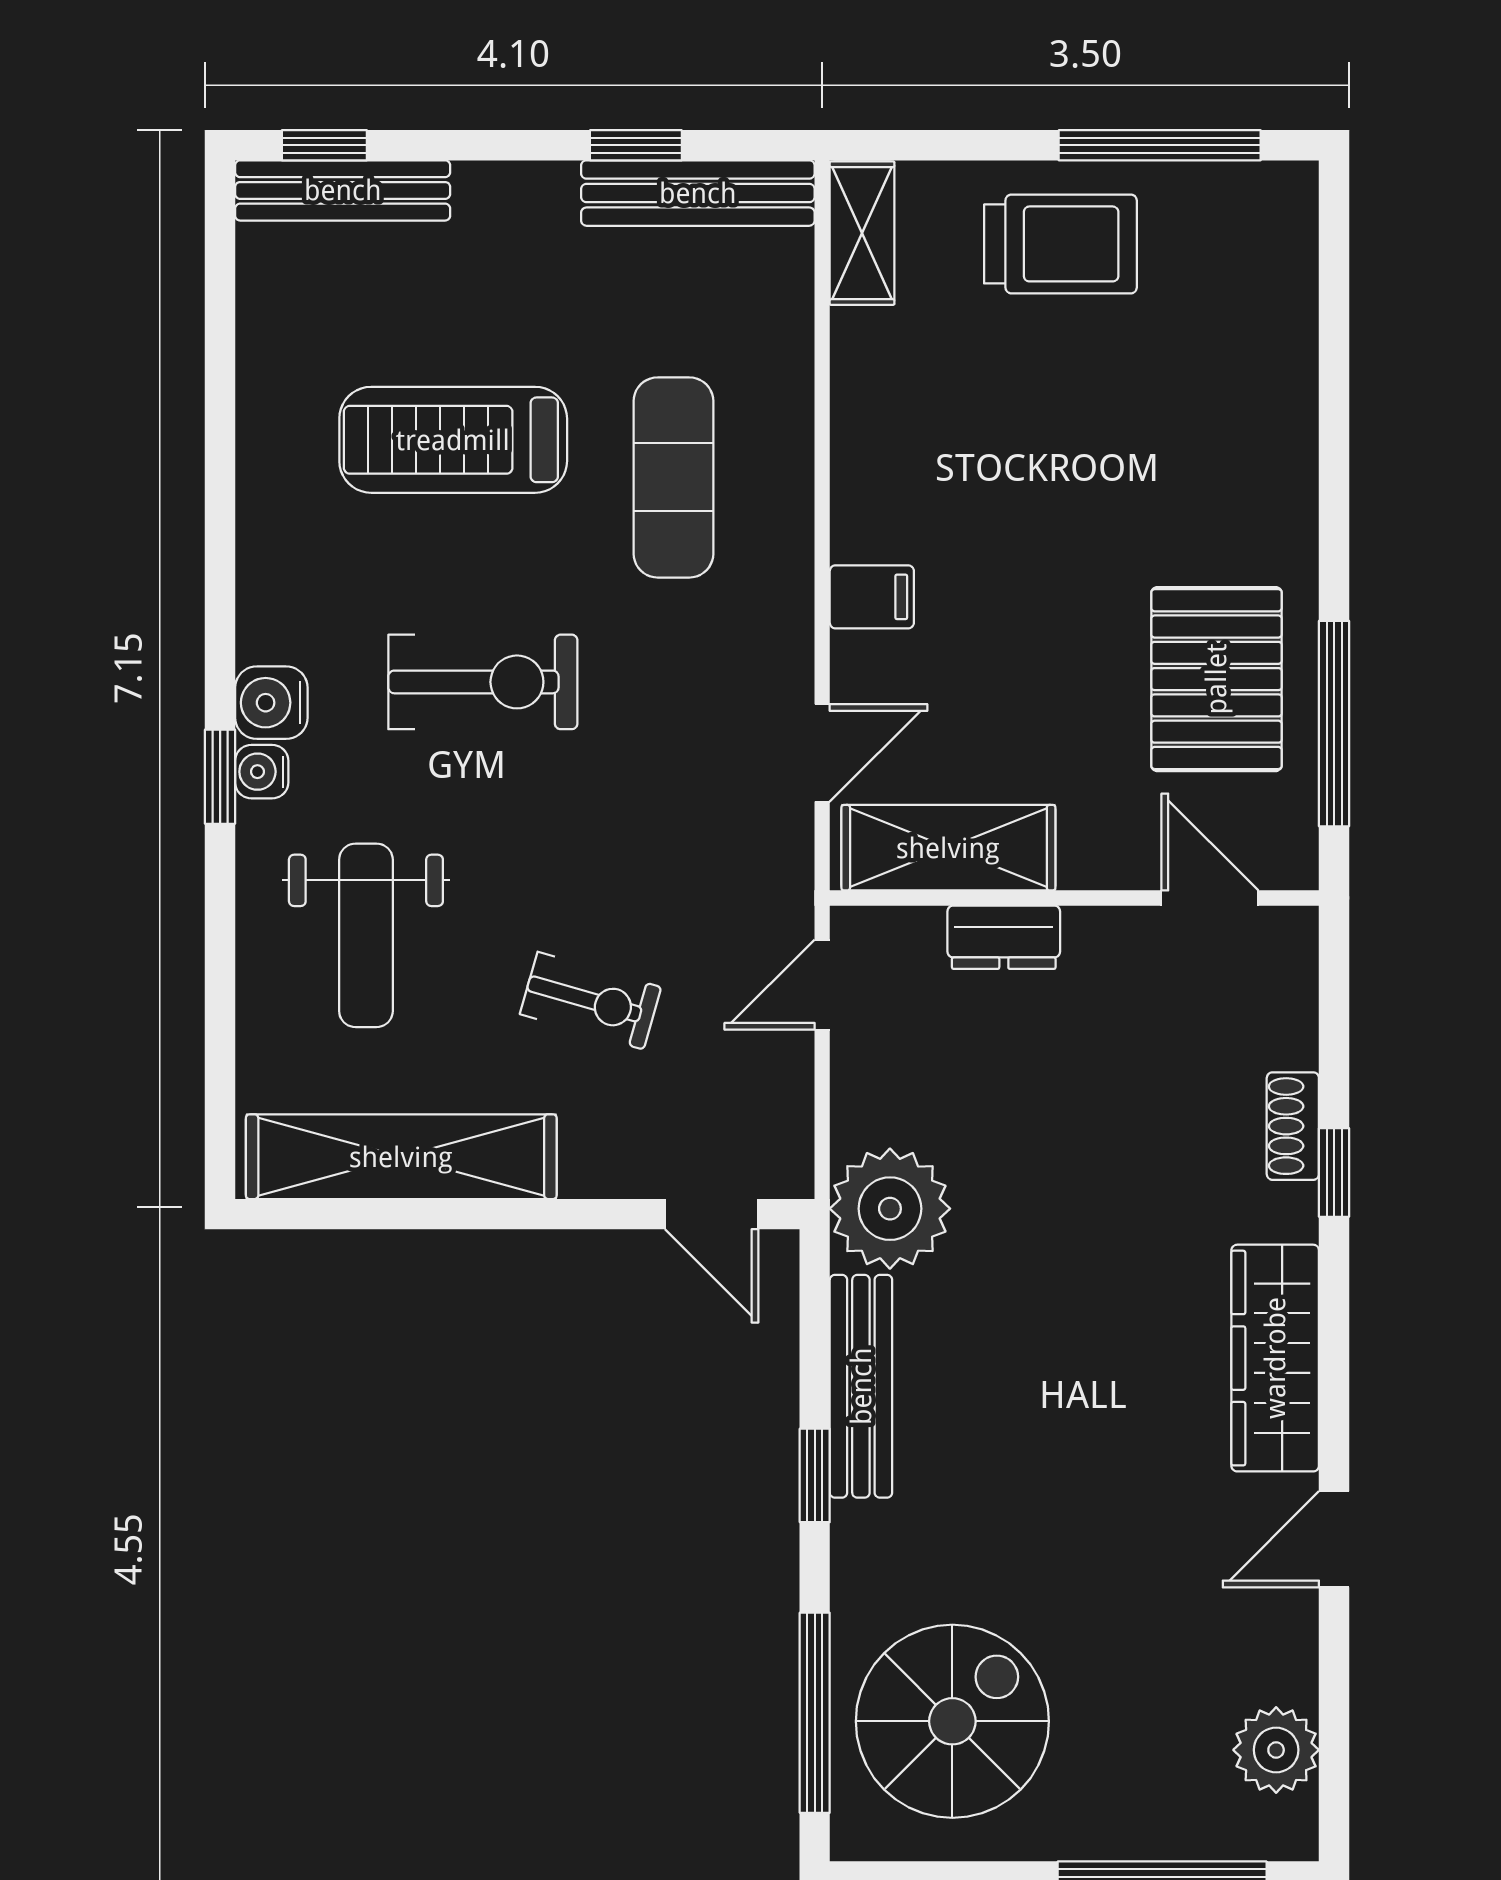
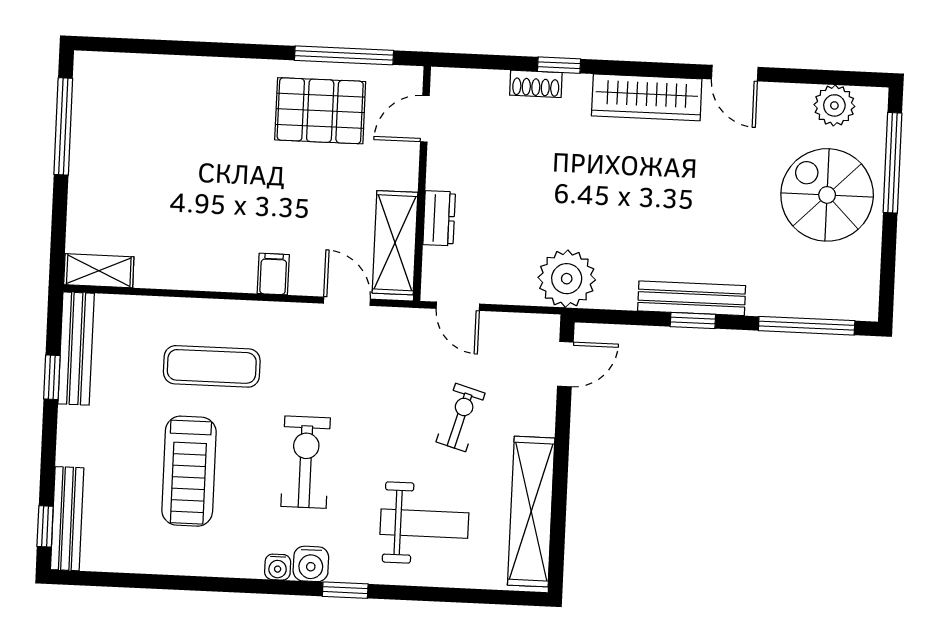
trolley: (1060, 244) -> (108, 176), removed
water cooler: (262, 772) -> (278, 567), moved
bench: (861, 1386) -> (692, 298), moved
spiral stairs: (952, 1721) -> (827, 195), moved

